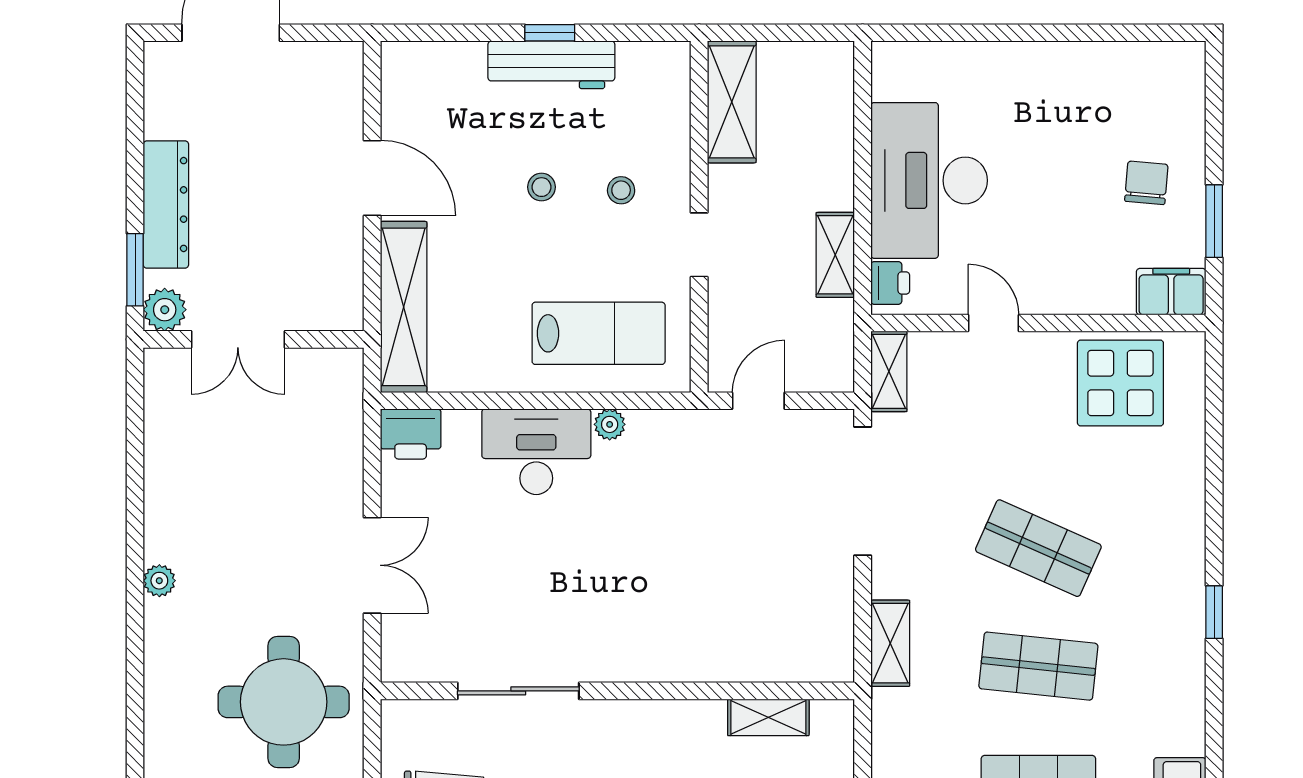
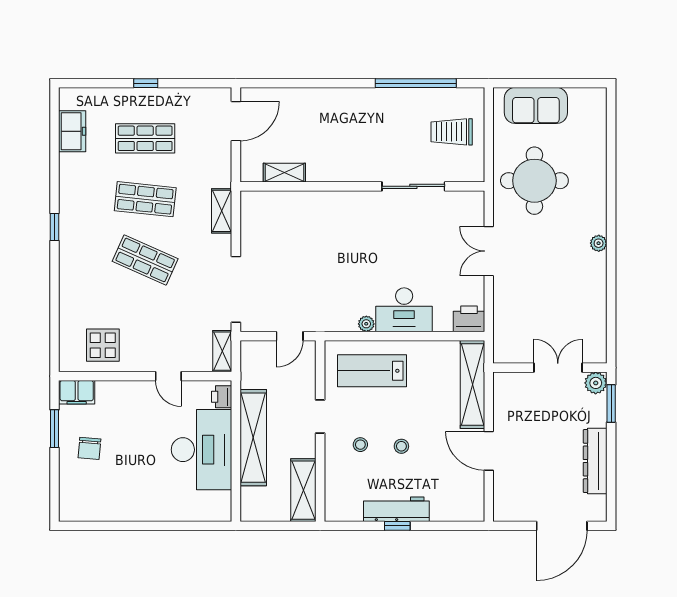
dresser: (166, 205) -> (595, 461), moved
shelving: (835, 255) -> (253, 438), width x2.20, depth x1.33
display table: (1120, 383) -> (103, 345), width x0.73, depth x0.73

